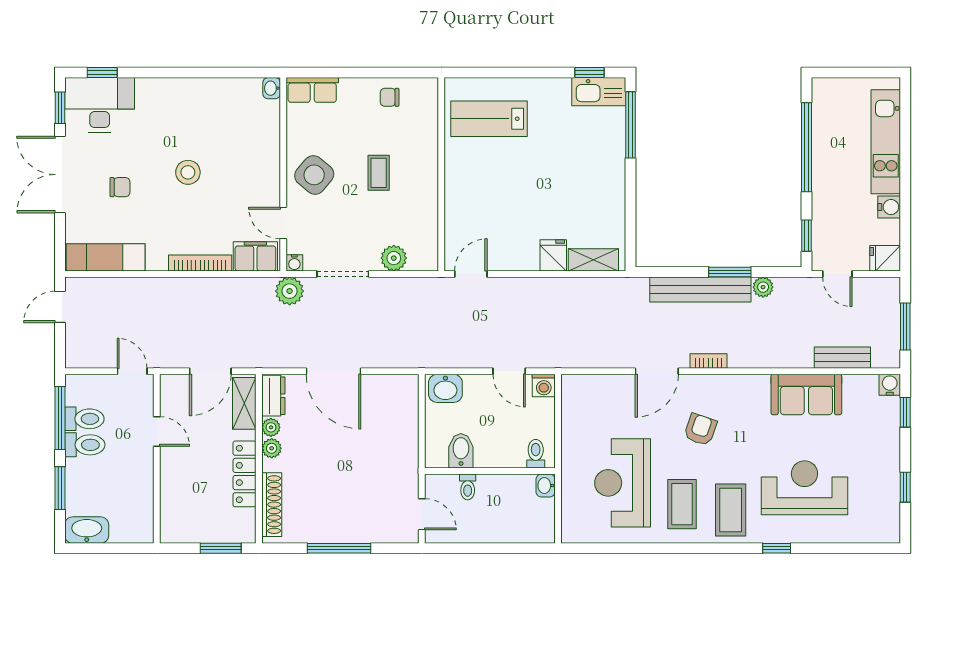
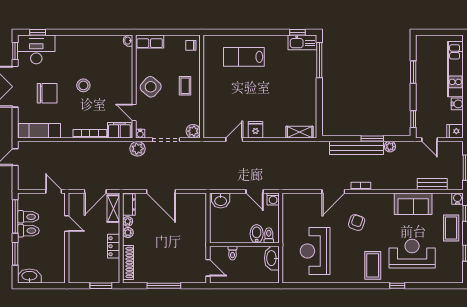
window: (807, 147) -> (413, 72), width x0.47
wall: (441, 174) -> (202, 86), moved
chair: (120, 187) -> (47, 93), width x1.87, depth x1.87
fridge: (553, 255) -> (255, 130), moved
bidet: (461, 451) -> (257, 234), moved
locker: (245, 474) -> (114, 246), width x0.66
washbasin: (546, 486) -> (272, 258), width x1.91, depth x1.45
coffee table: (682, 504) -> (451, 228), moved

